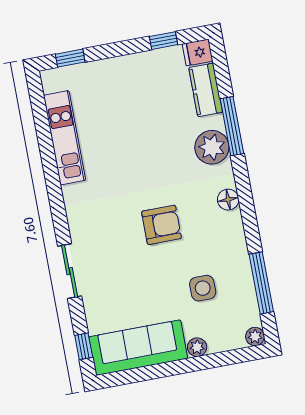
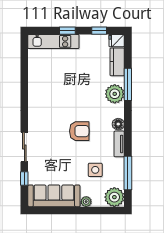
window: (70, 58) -> (67, 31), moved
kitchen unit: (65, 138) -> (53, 41), moved, turned 90
tv unit: (236, 234) -> (119, 144), added
plant: (255, 336) -> (114, 197), width x1.88, depth x1.88
window: (84, 346) -> (24, 179), moved

